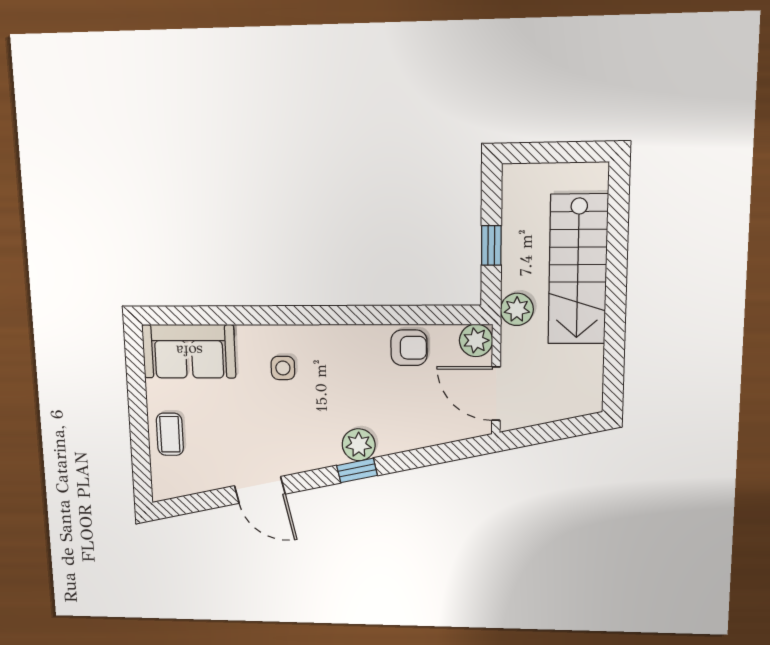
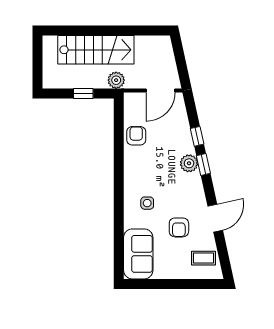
plant: (476, 340) -> (132, 101), removed
armchair: (240, 425) -> (179, 227), added
coffee table: (170, 434) -> (204, 258), moved
window: (409, 460) -> (197, 136), added

